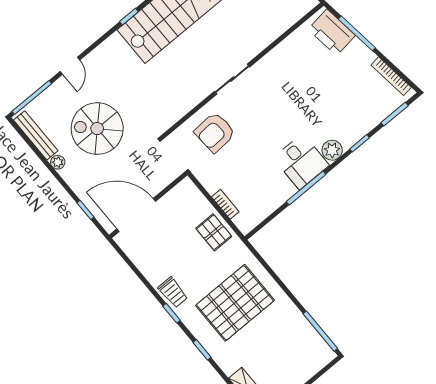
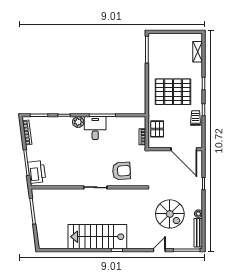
wall: (148, 205) -> (175, 149), moved
door: (136, 215) -> (184, 149), moved

